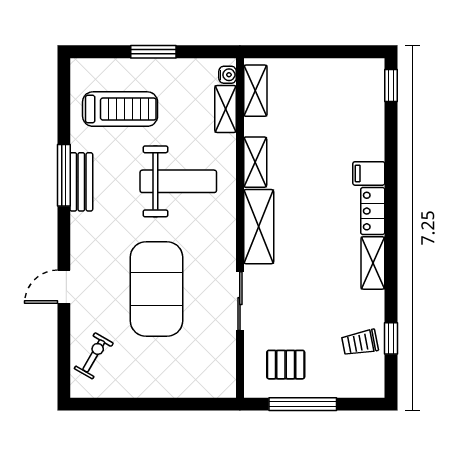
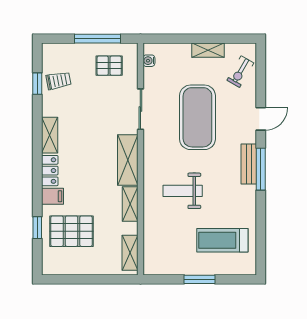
water cooler: (228, 75) -> (149, 61), moved
window: (391, 85) -> (37, 228), moved
shelving: (226, 109) -> (208, 50), moved, turned 90
pallet: (341, 122) -> (72, 231), added
window: (64, 175) -> (261, 169), moved
weight bench: (178, 181) -> (183, 191), width x0.73, depth x0.75
bench: (81, 182) -> (249, 164), moved

